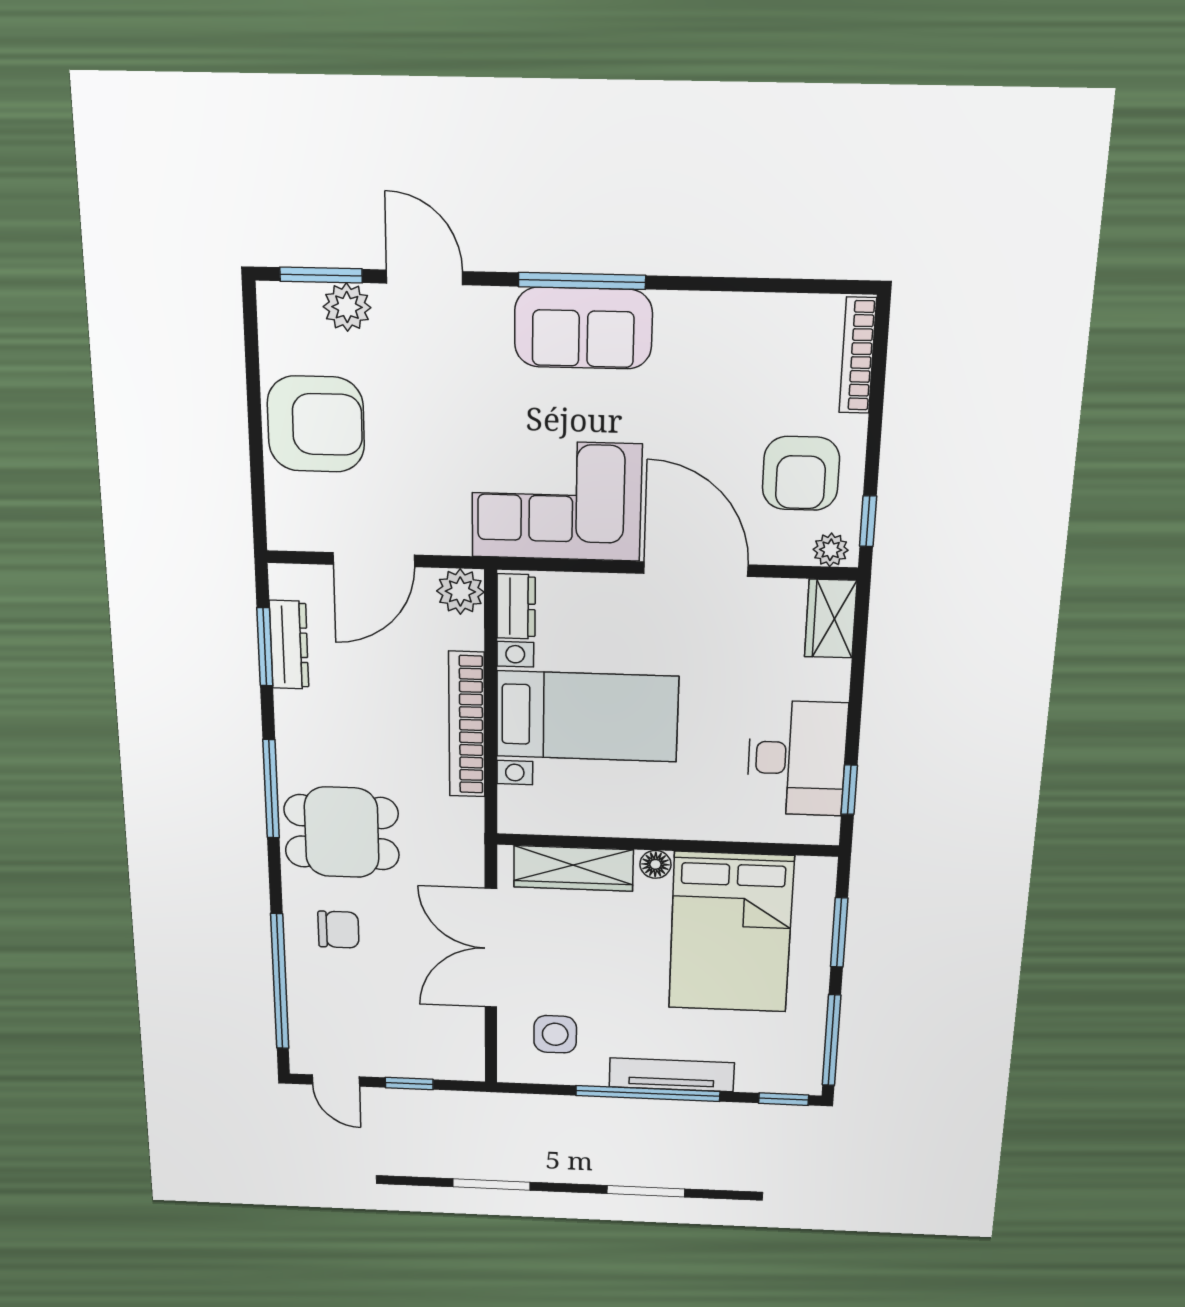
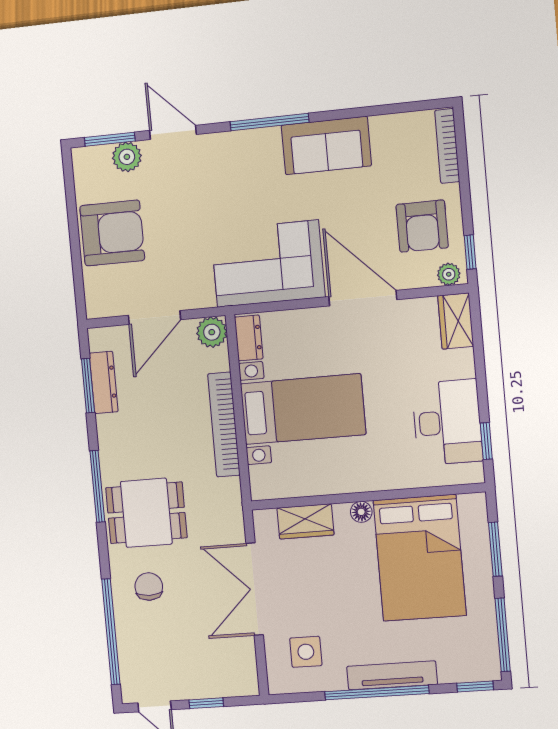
sofa: (583, 328) -> (326, 145), moved
wardrobe: (573, 868) -> (305, 521), width x0.67
chair: (338, 930) -> (149, 587), turned -90

